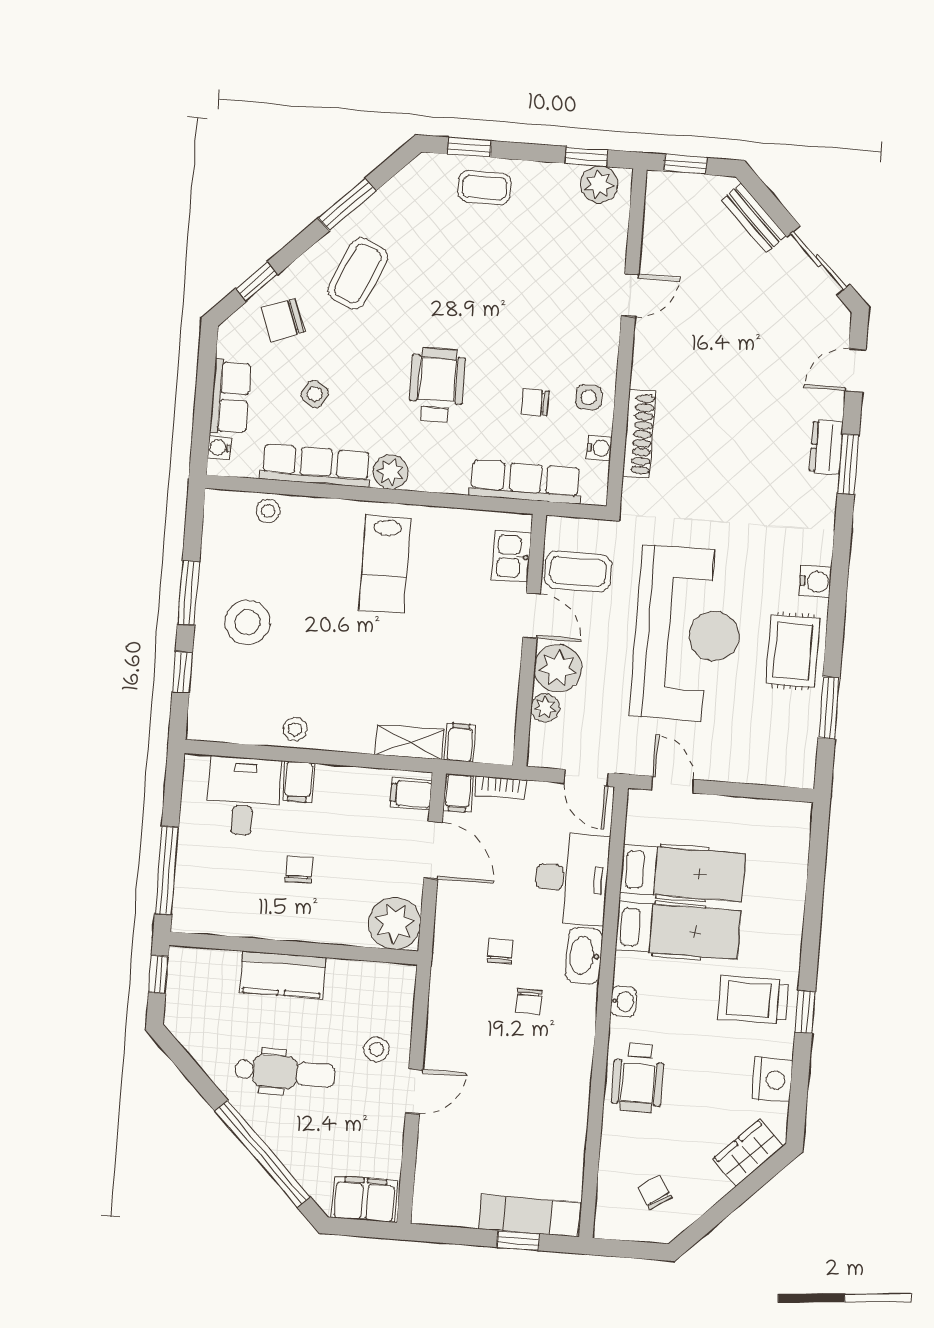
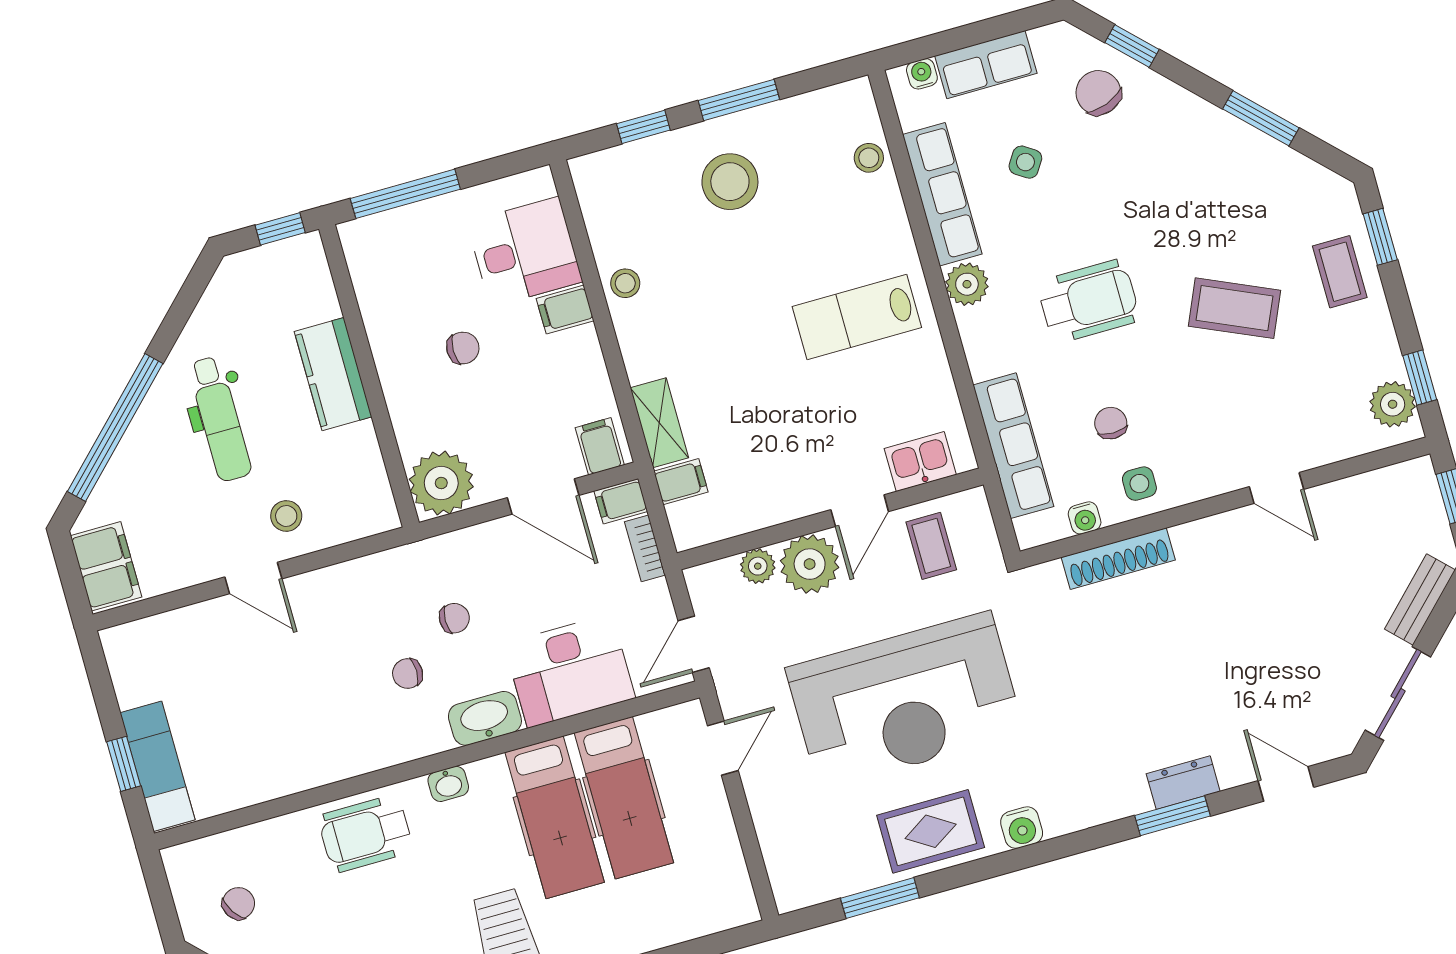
coffee table: (358, 273) -> (1234, 308), moved
coffee table: (578, 571) -> (931, 546), width x0.73, depth x0.77
door: (433, 850) -> (543, 497), hinge flipped

